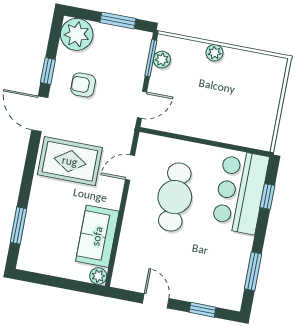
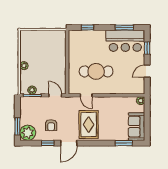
window: (118, 21) -> (17, 126), moved
bar counter: (240, 192) -> (125, 41), moved
sofa: (97, 236) -> (137, 127), moved, turned 90

